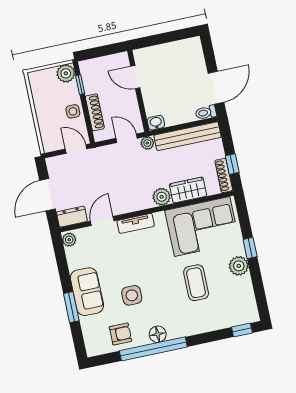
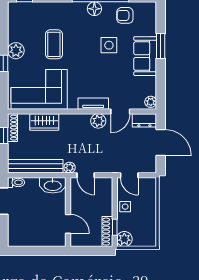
shoe rack: (95, 112) -> (107, 232), moved
washbasin: (156, 123) -> (53, 185), width x1.91, depth x1.45
door: (47, 195) -> (161, 143), hinge flipped
plant: (162, 197) -> (98, 121), moved

